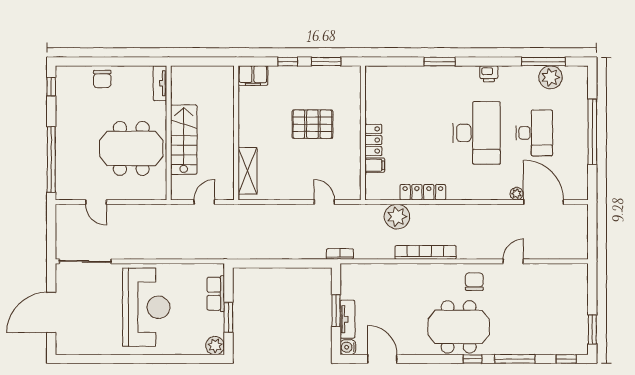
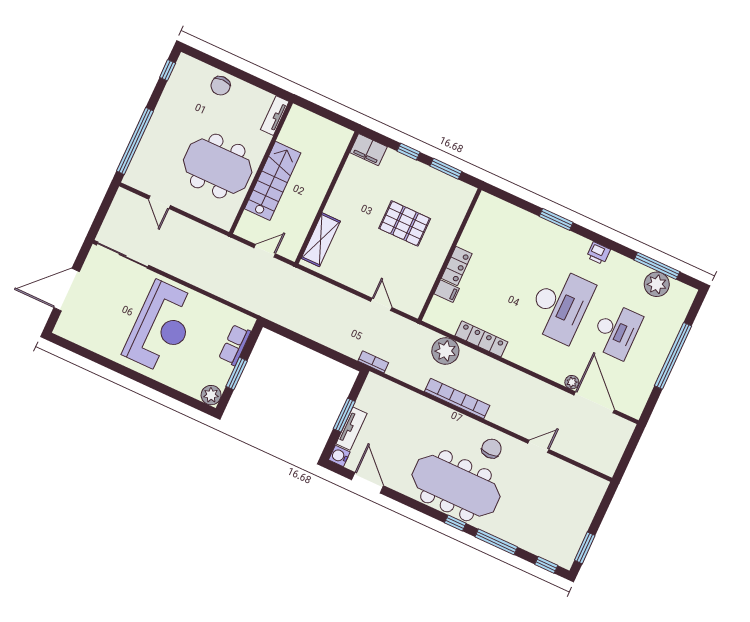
meeting table: (459, 327) -> (456, 486), width x1.36

